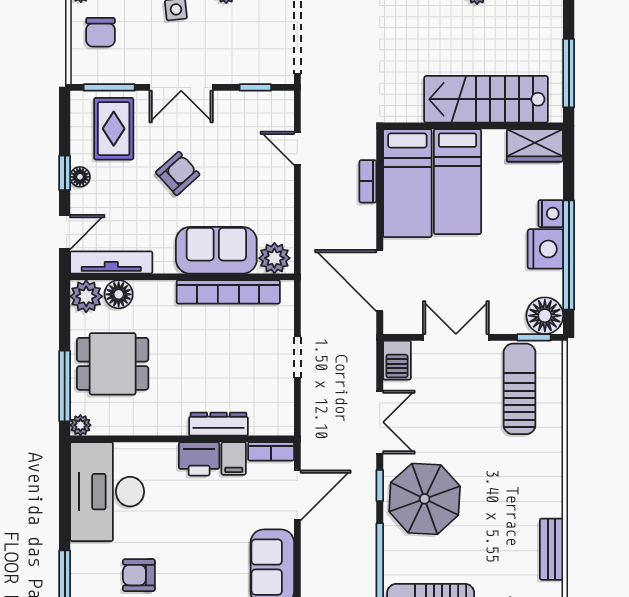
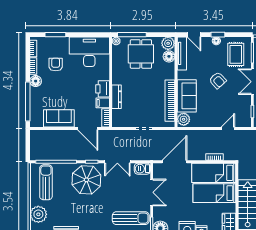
rug: (114, 129) -> (236, 54), turned 90

